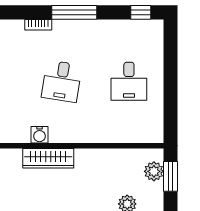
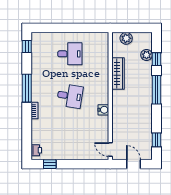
wardrobe: (48, 158) -> (118, 73), moved
window: (171, 176) -> (129, 28), removed

